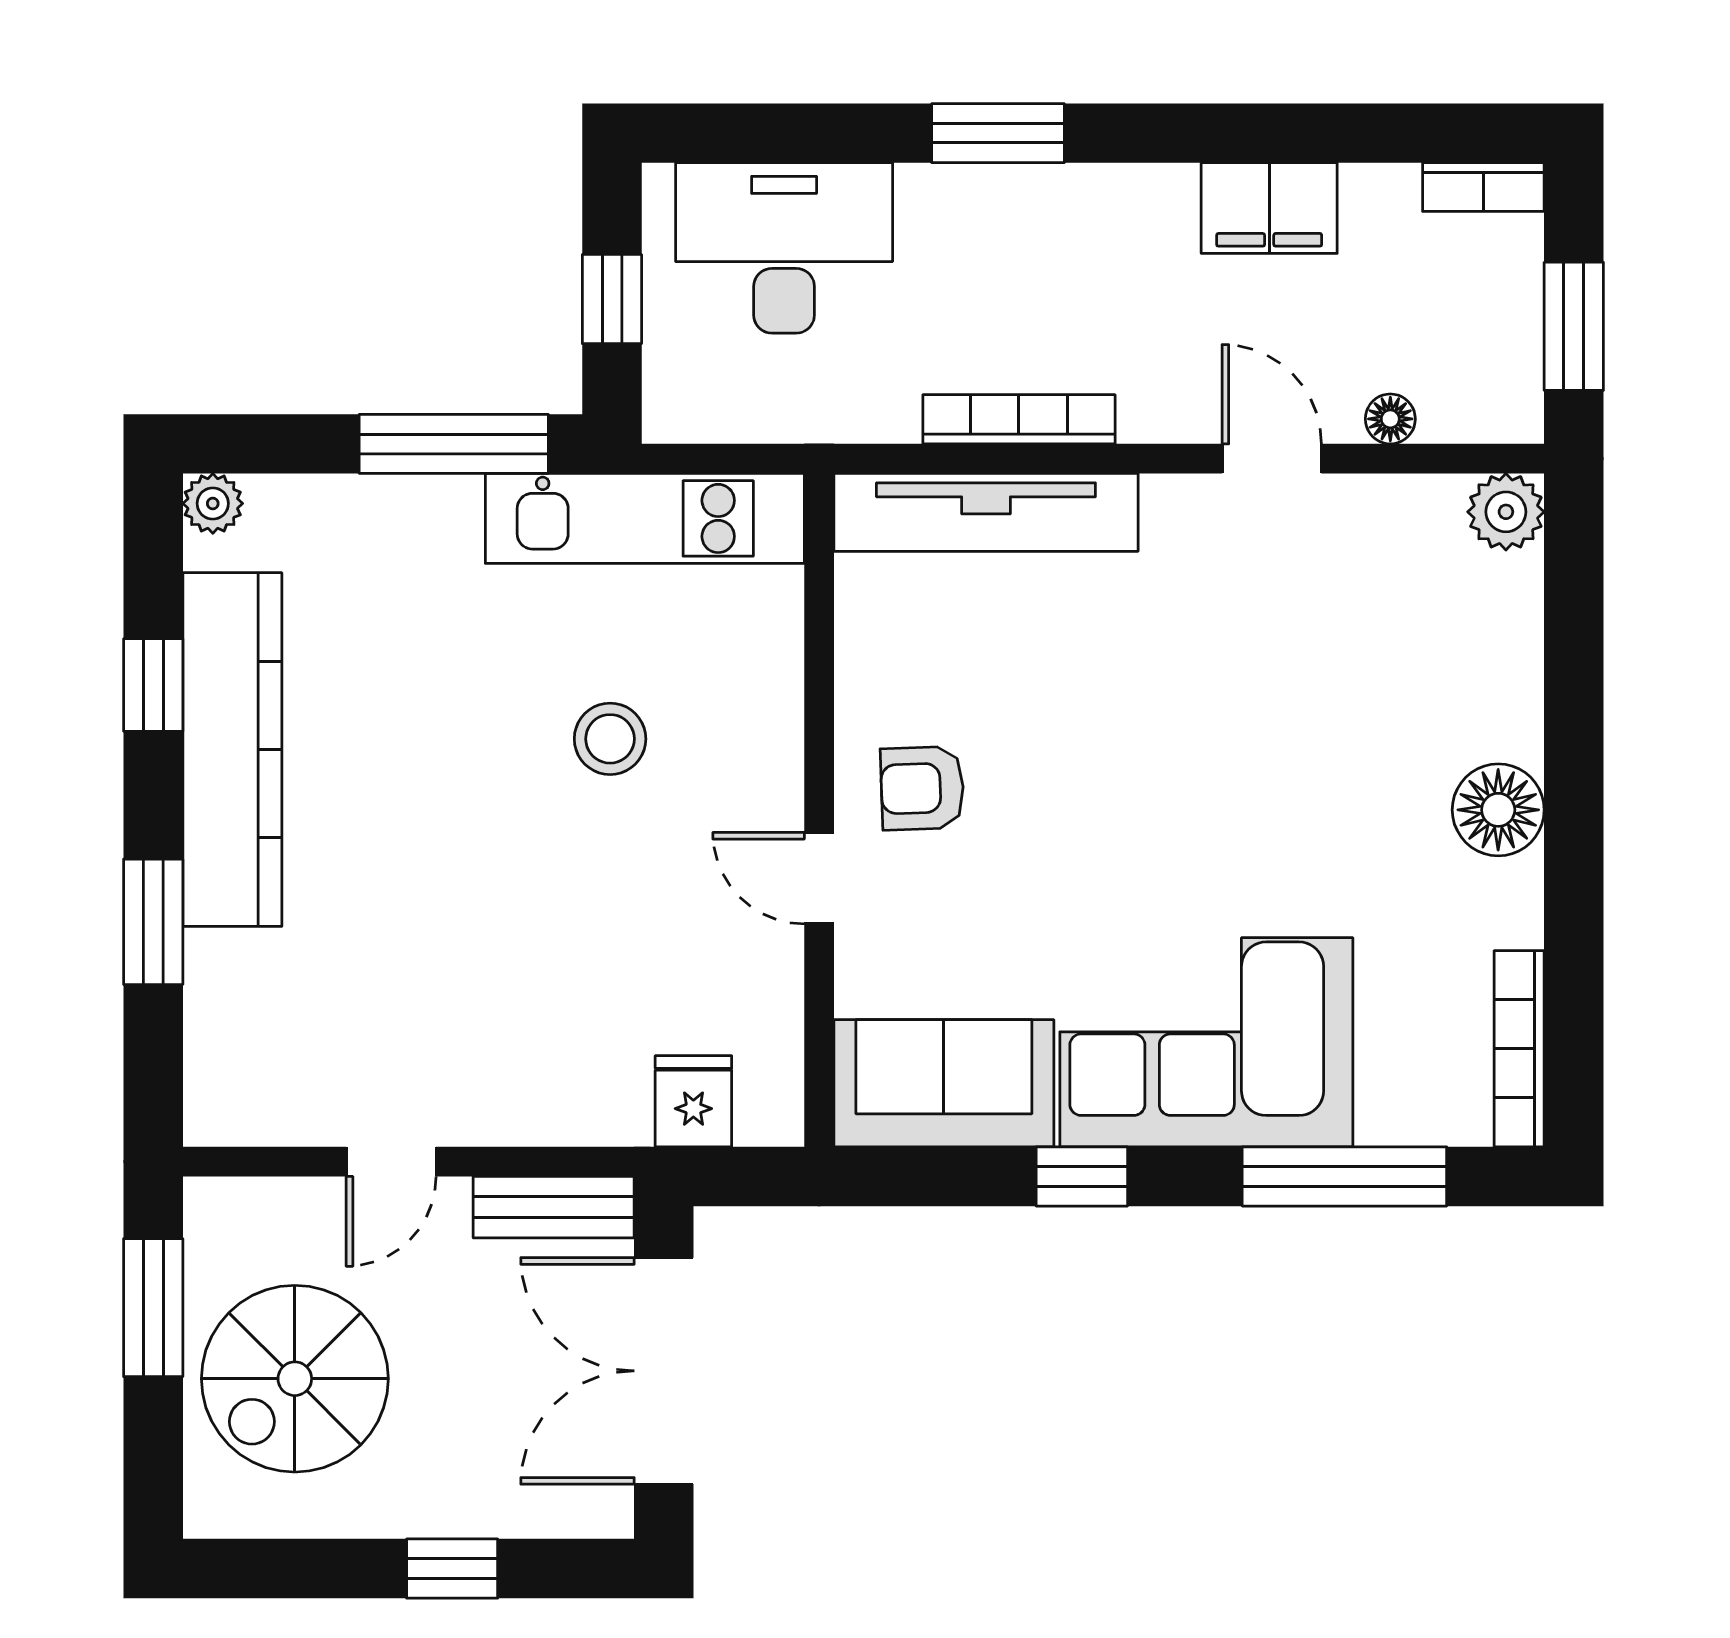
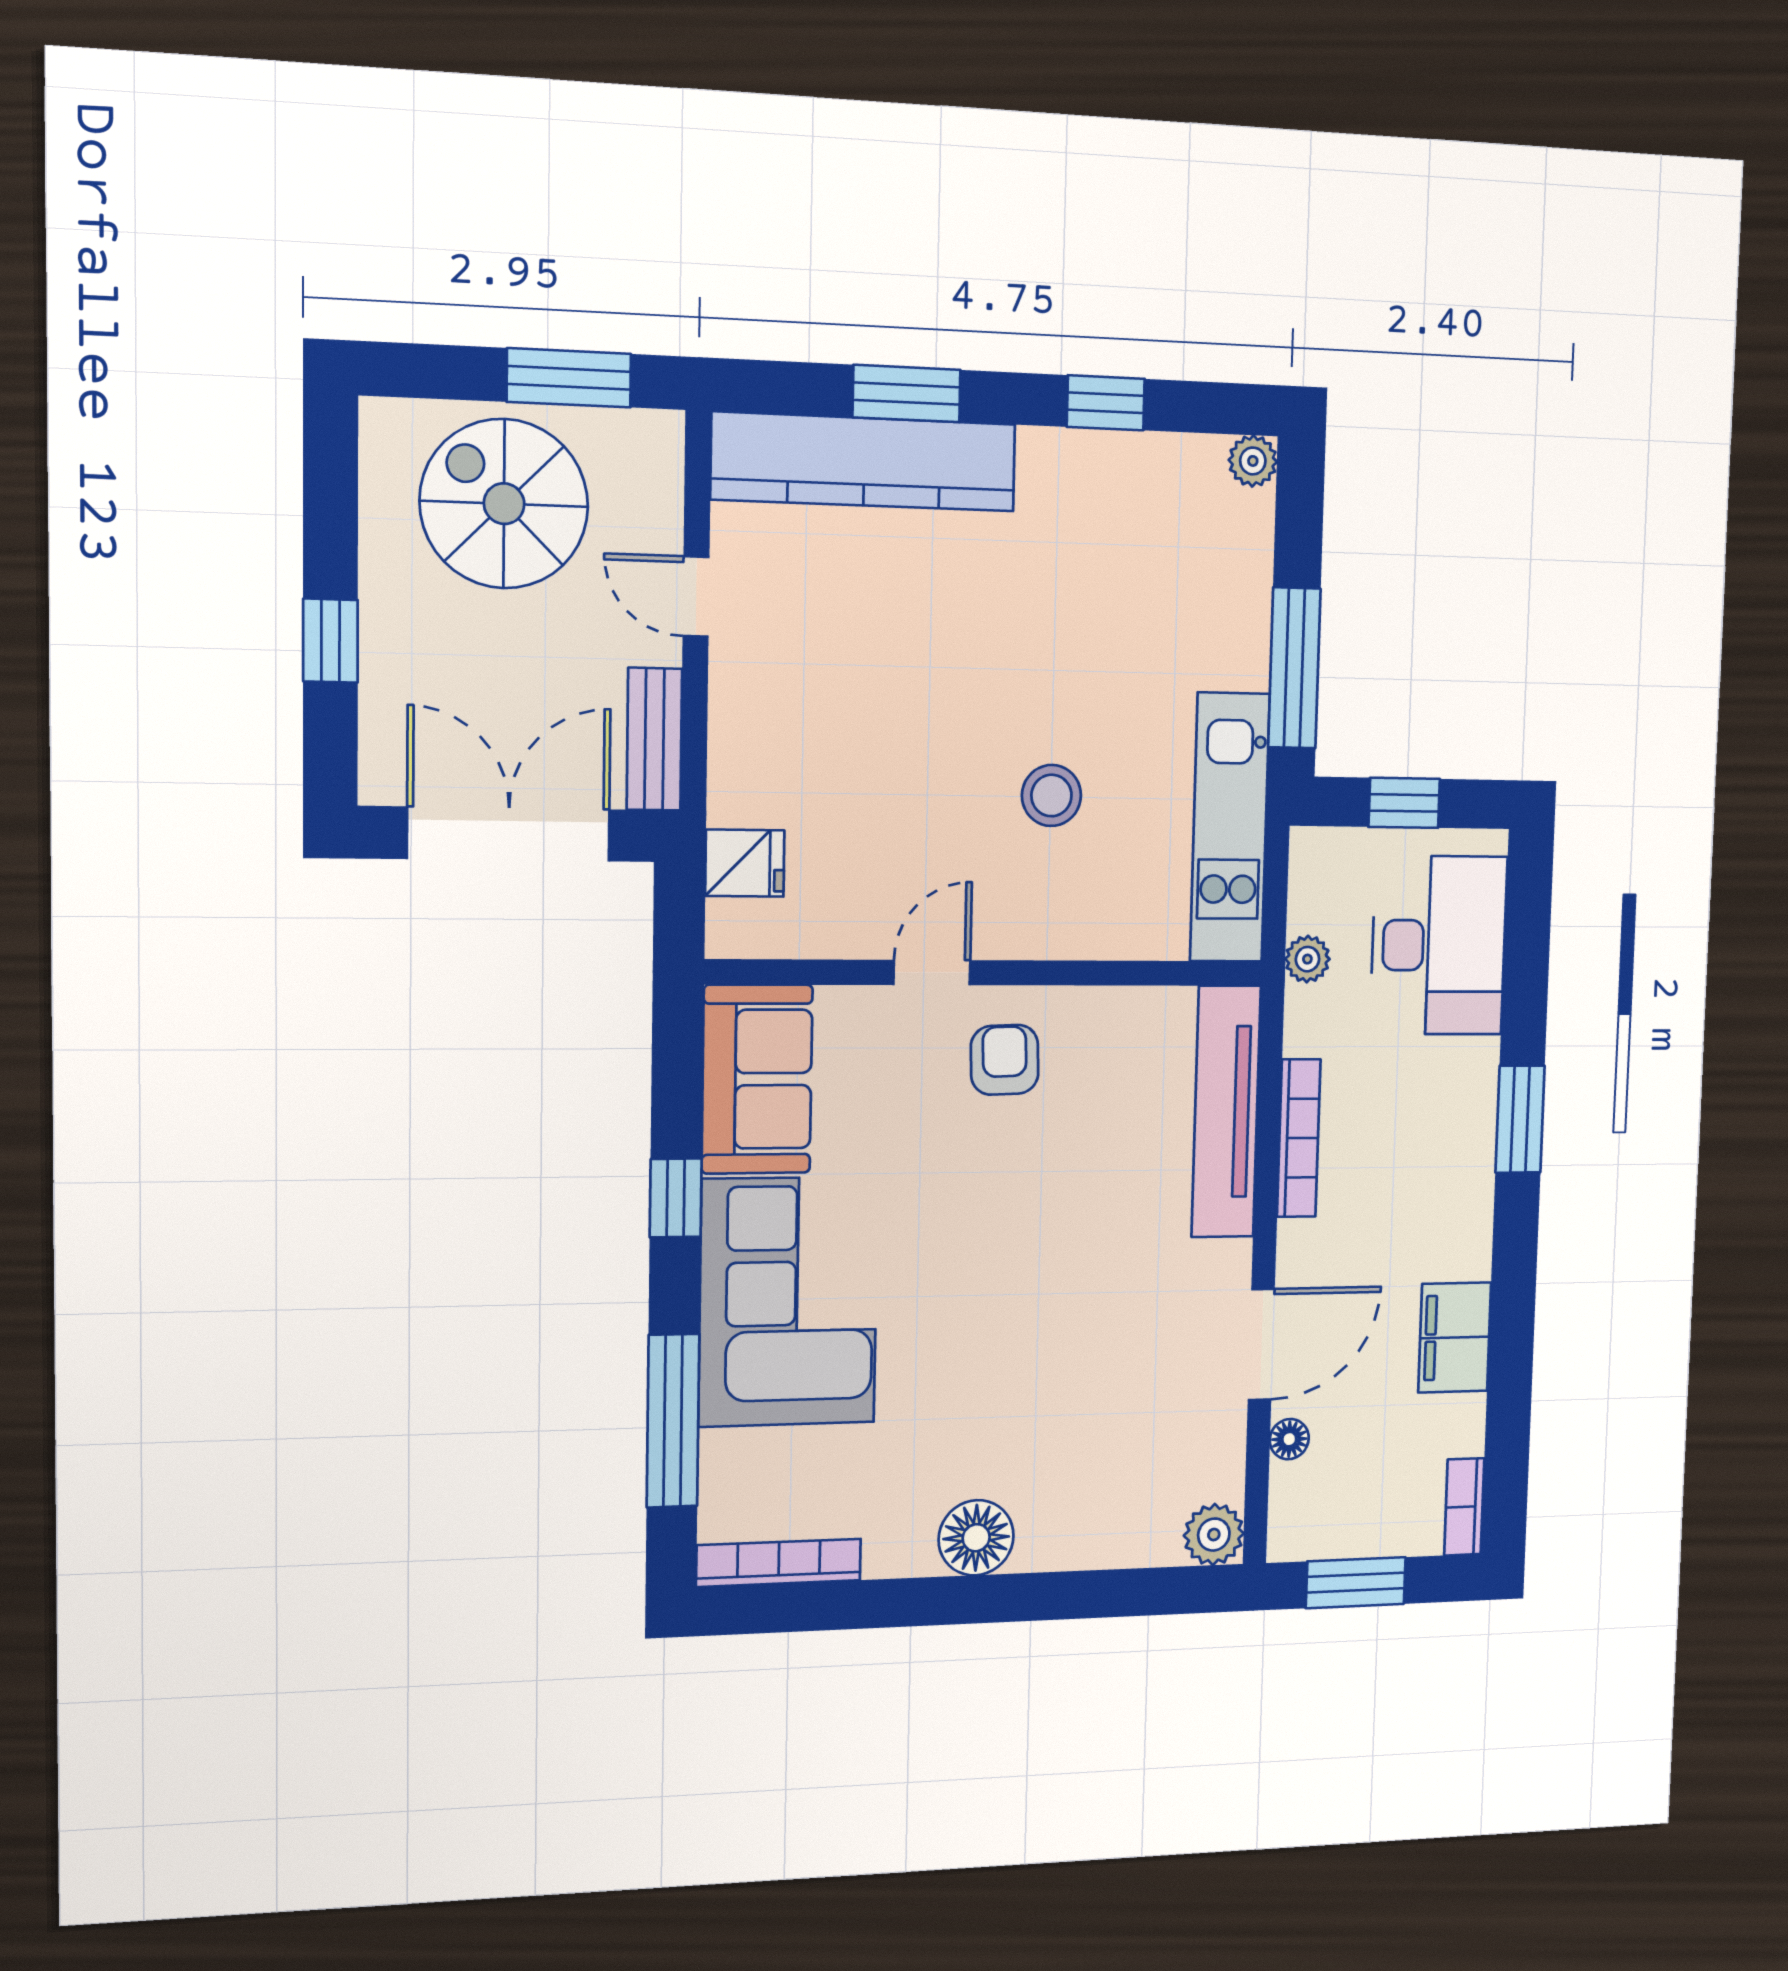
plant: (801, 416) -> (1307, 959), added
door: (1272, 459) -> (1261, 1344), width x1.38
kitchen counter: (232, 750) -> (864, 462), moved

